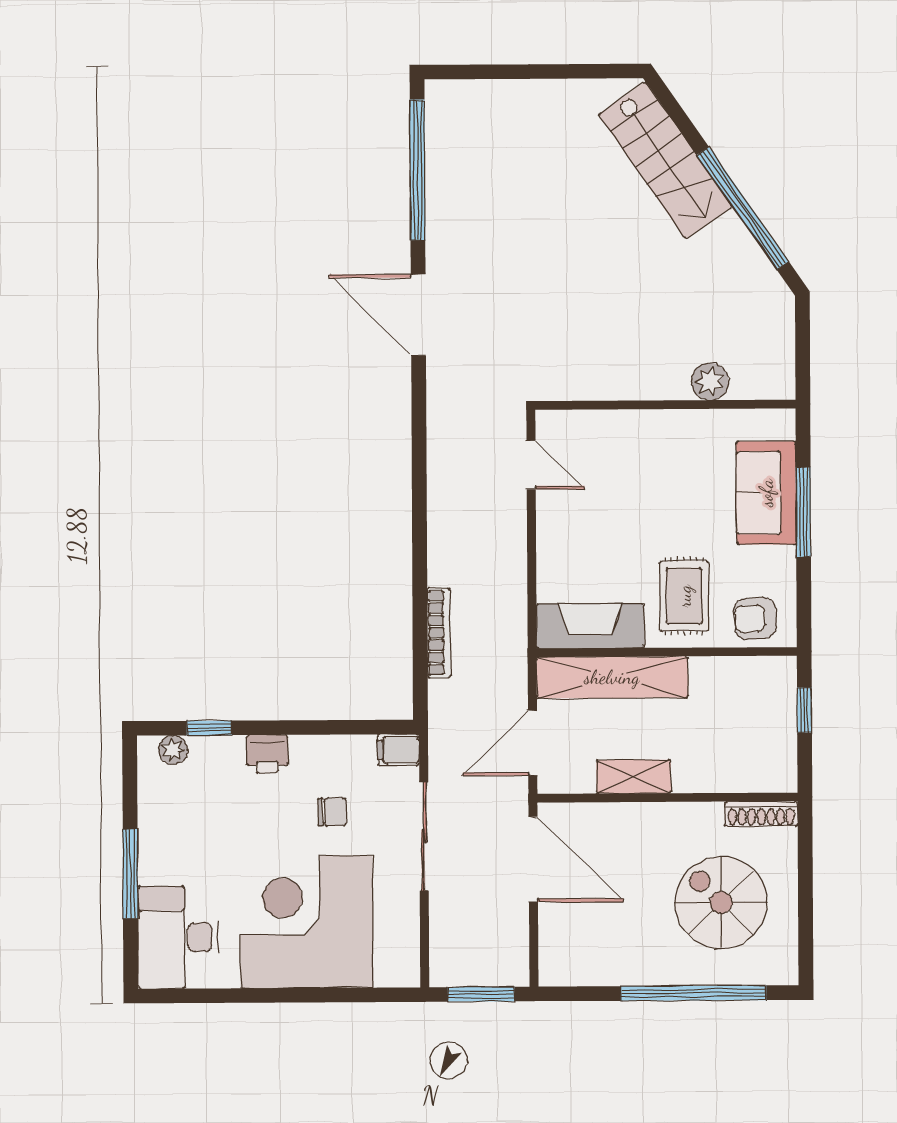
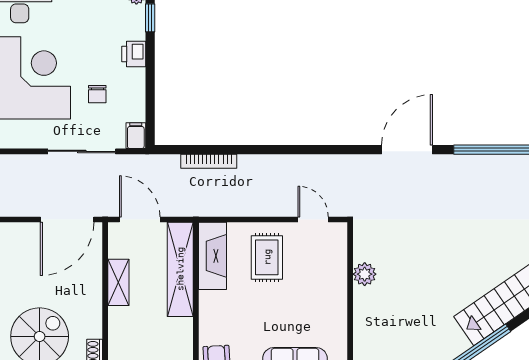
plant: (710, 381) -> (365, 274), moved
door: (531, 465) -> (313, 220), swing flipped
rug: (684, 596) -> (267, 257), moved, turned 90

